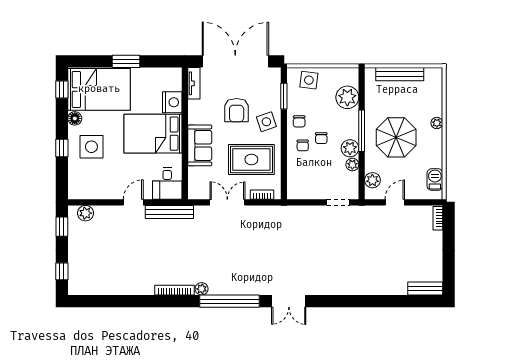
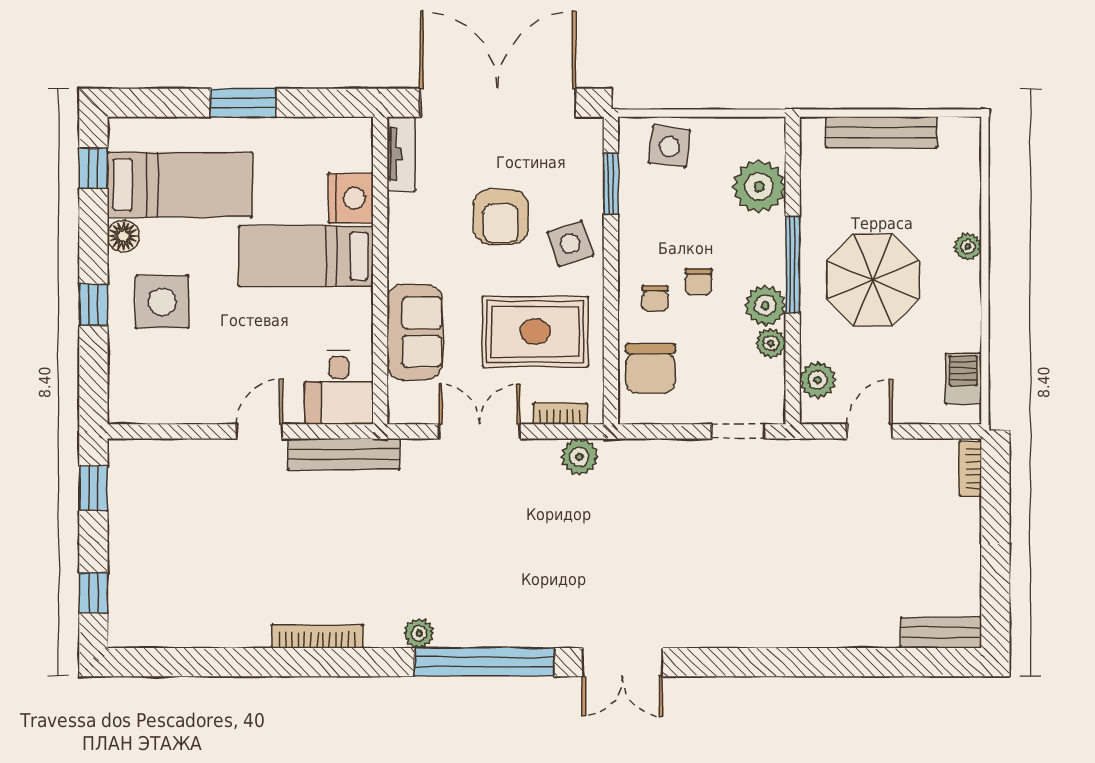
bed: (99, 89) -> (180, 185), width x0.67
chair: (299, 121) -> (651, 368), moved, width x1.87, depth x1.87
bed: (153, 134) -> (306, 256), width x0.67
sofa: (200, 145) -> (415, 332), moved
plant: (85, 213) -> (579, 457), moved
bookcase: (174, 290) -> (317, 636), moved

